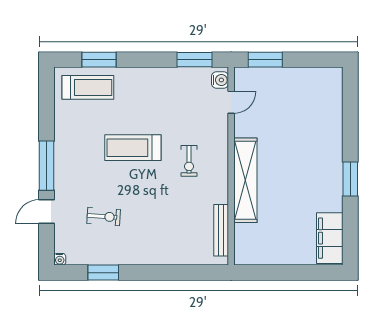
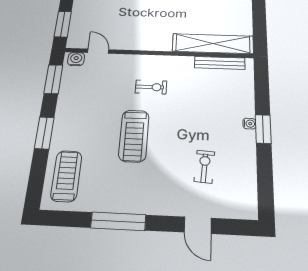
window: (99, 60) -> (44, 133), moved
window: (47, 166) -> (118, 221), moved
shelving: (245, 180) -> (213, 44), moved
water cooler: (60, 259) -> (249, 124), moved
window: (103, 273) -> (263, 129), moved

